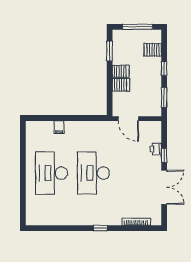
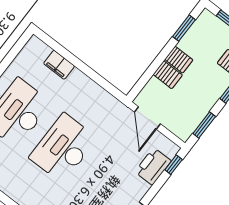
filing cabinet: (59, 127) -> (59, 65), width x2.00
printer: (156, 149) -> (153, 166), width x1.87, depth x1.48
window: (164, 155) -> (174, 165), moved

